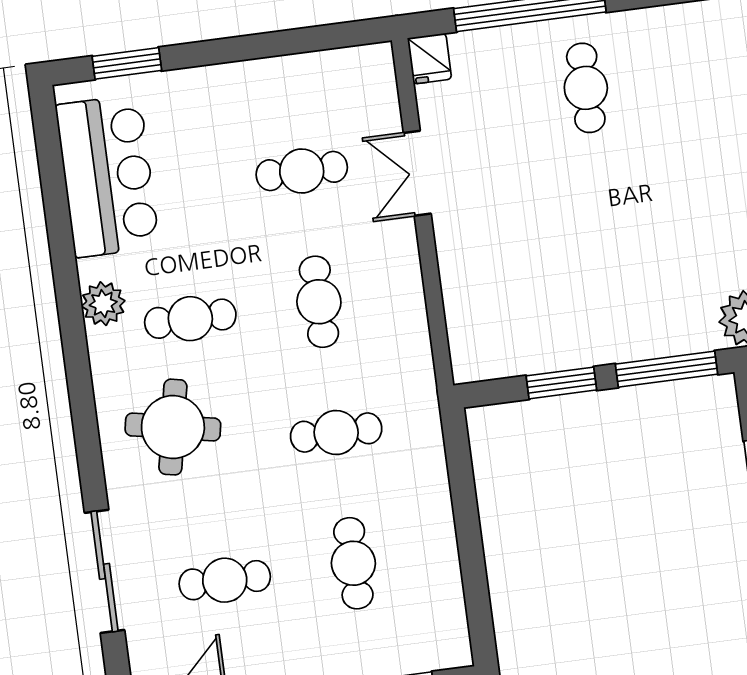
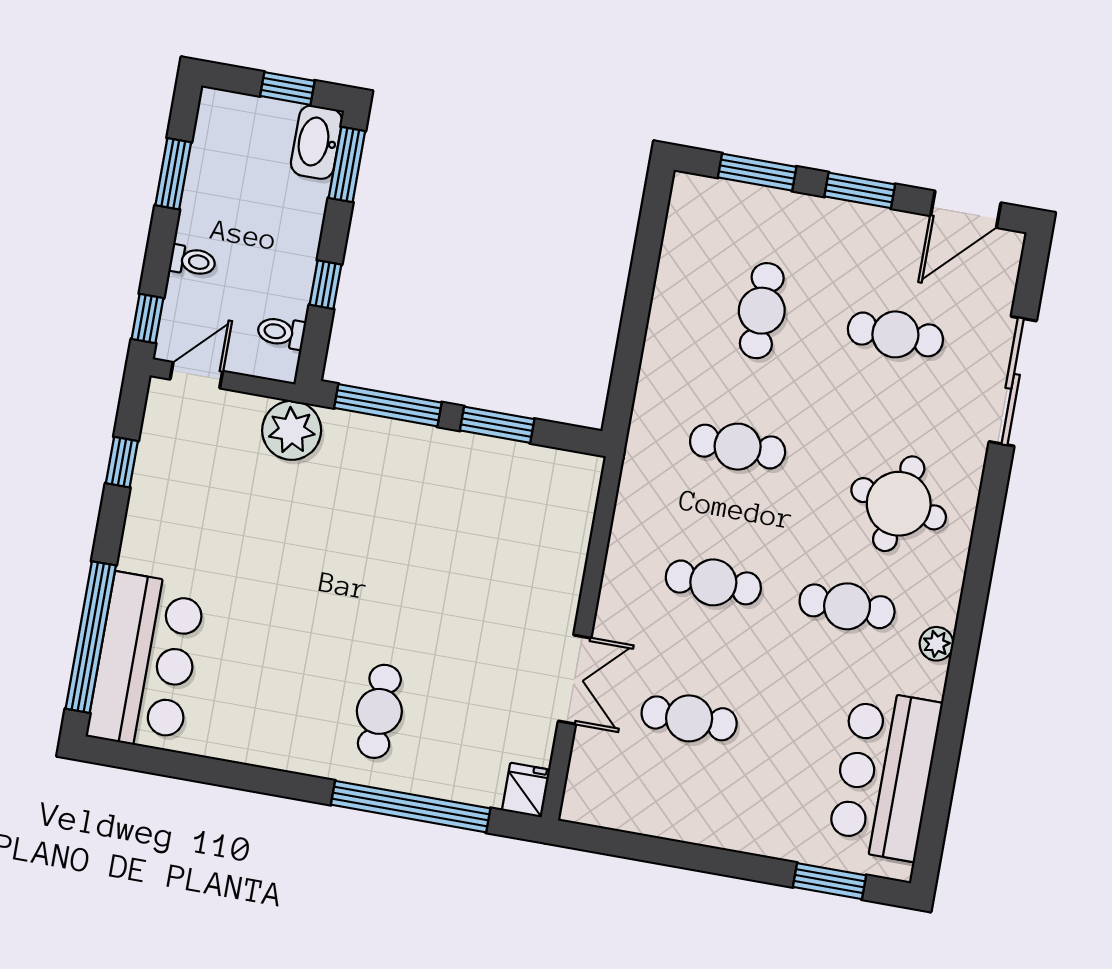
cafe table: (319, 302) -> (713, 582), turned 90
plant: (103, 304) -> (936, 644), width x0.73, depth x0.73

